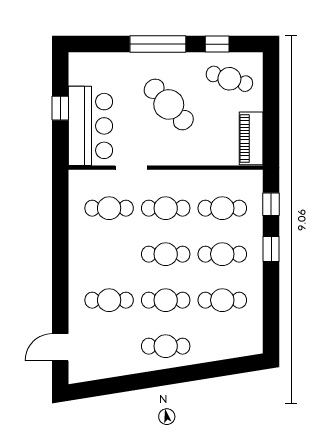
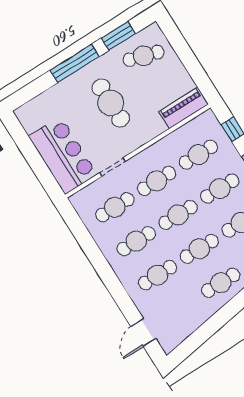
window: (217, 44) -> (118, 36), width x1.50
cafe table: (169, 104) -> (111, 103), turned 43
window: (60, 108) -> (32, 156), removed
piano: (251, 138) -> (184, 108), moved, turned 90
cafe table: (109, 254) -> (136, 241), added

